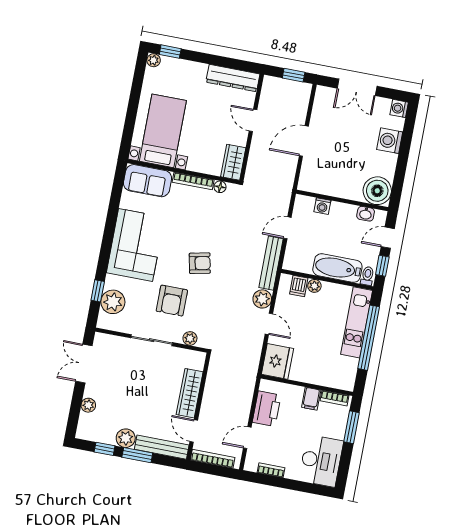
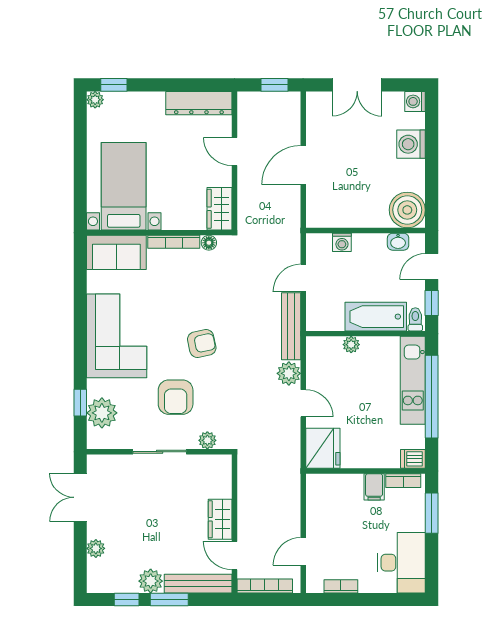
dishwasher: (299, 286) -> (413, 459), moved, turned 90
wardrobe: (190, 393) -> (220, 519), width x0.67
printer: (267, 409) -> (321, 510), removed

